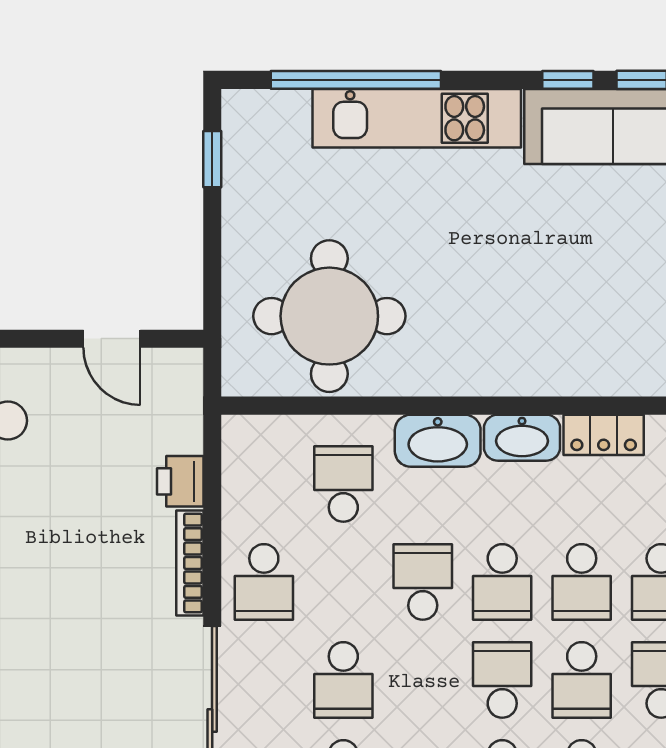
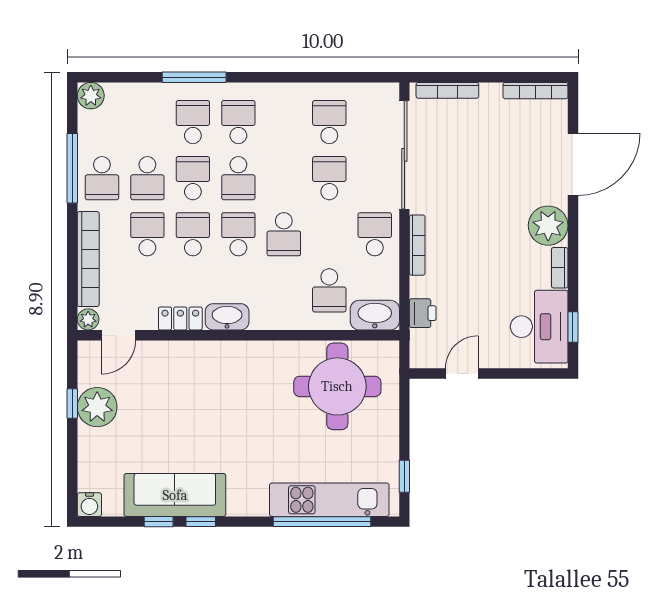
kitchen unit: (417, 118) -> (329, 500), moved
door: (112, 339) -> (462, 373), hinge flipped
washbasin: (438, 441) -> (375, 315), moved
printer: (180, 481) -> (423, 313), moved

